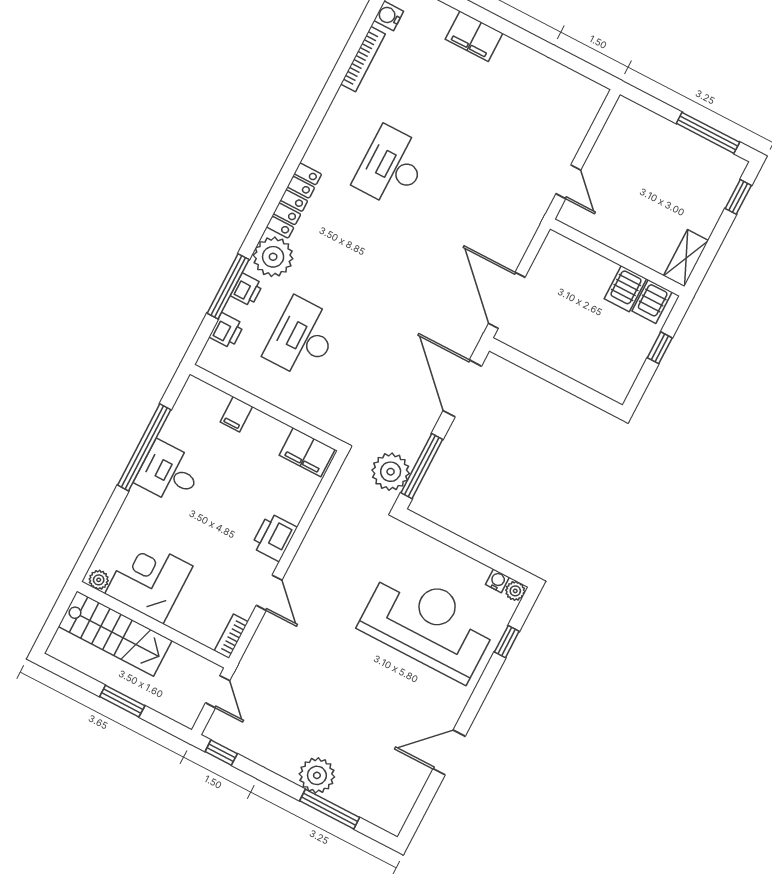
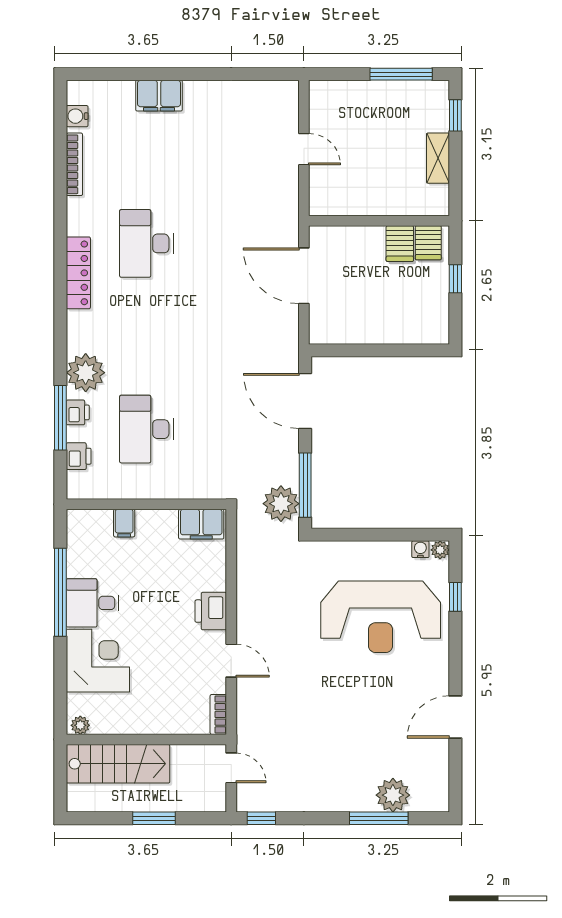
door: (568, 182) -> (304, 149), moved
locker: (294, 201) -> (78, 273), moved
shelving: (686, 258) -> (438, 158), moved
door: (507, 300) -> (304, 276), moved
corner desk: (149, 580) -> (98, 661), moved, turned 90
reception desk: (428, 624) -> (381, 617), turned 180
plant: (317, 775) -> (393, 795), moved

